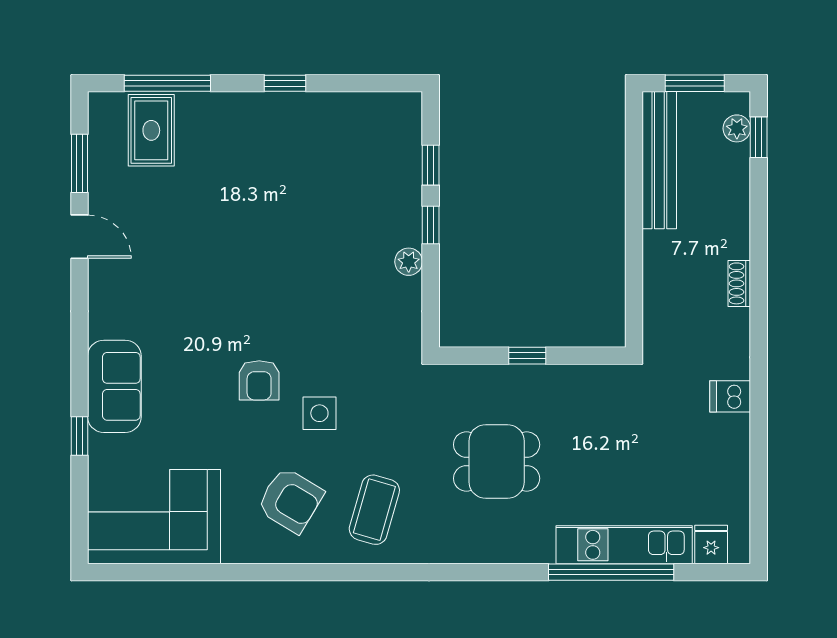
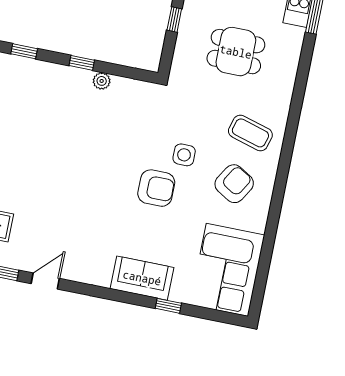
window: (431, 165) -> (24, 51), moved
armchair: (259, 380) -> (156, 188), width x1.38, depth x1.38
dining table: (497, 461) -> (236, 52), turned 90

